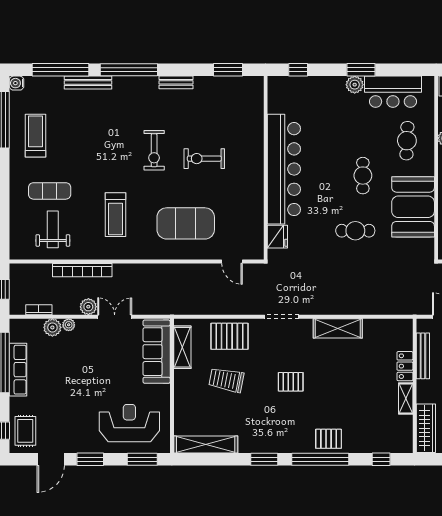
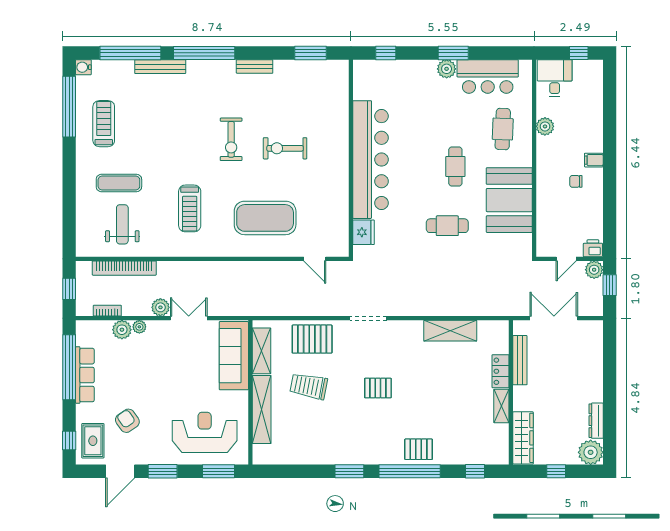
bookcase: (82, 270) -> (124, 268), moved
shelving: (338, 328) -> (450, 331), moved
armchair: (57, 412) -> (127, 421), added
shelving: (206, 444) -> (262, 410), moved, turned 90

